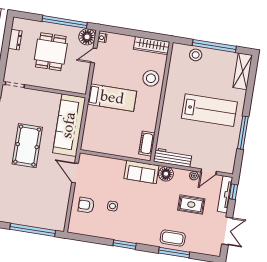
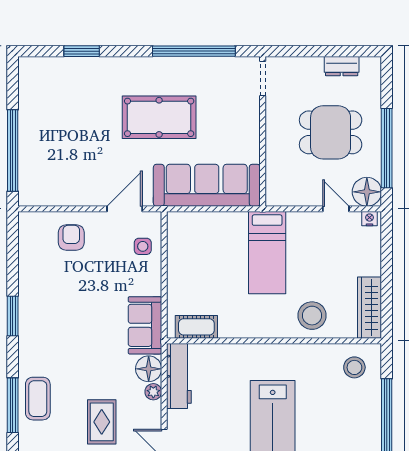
stool: (196, 55) -> (354, 367), moved
plant: (194, 176) -> (153, 392), moved
side table: (113, 206) -> (143, 246), moved

